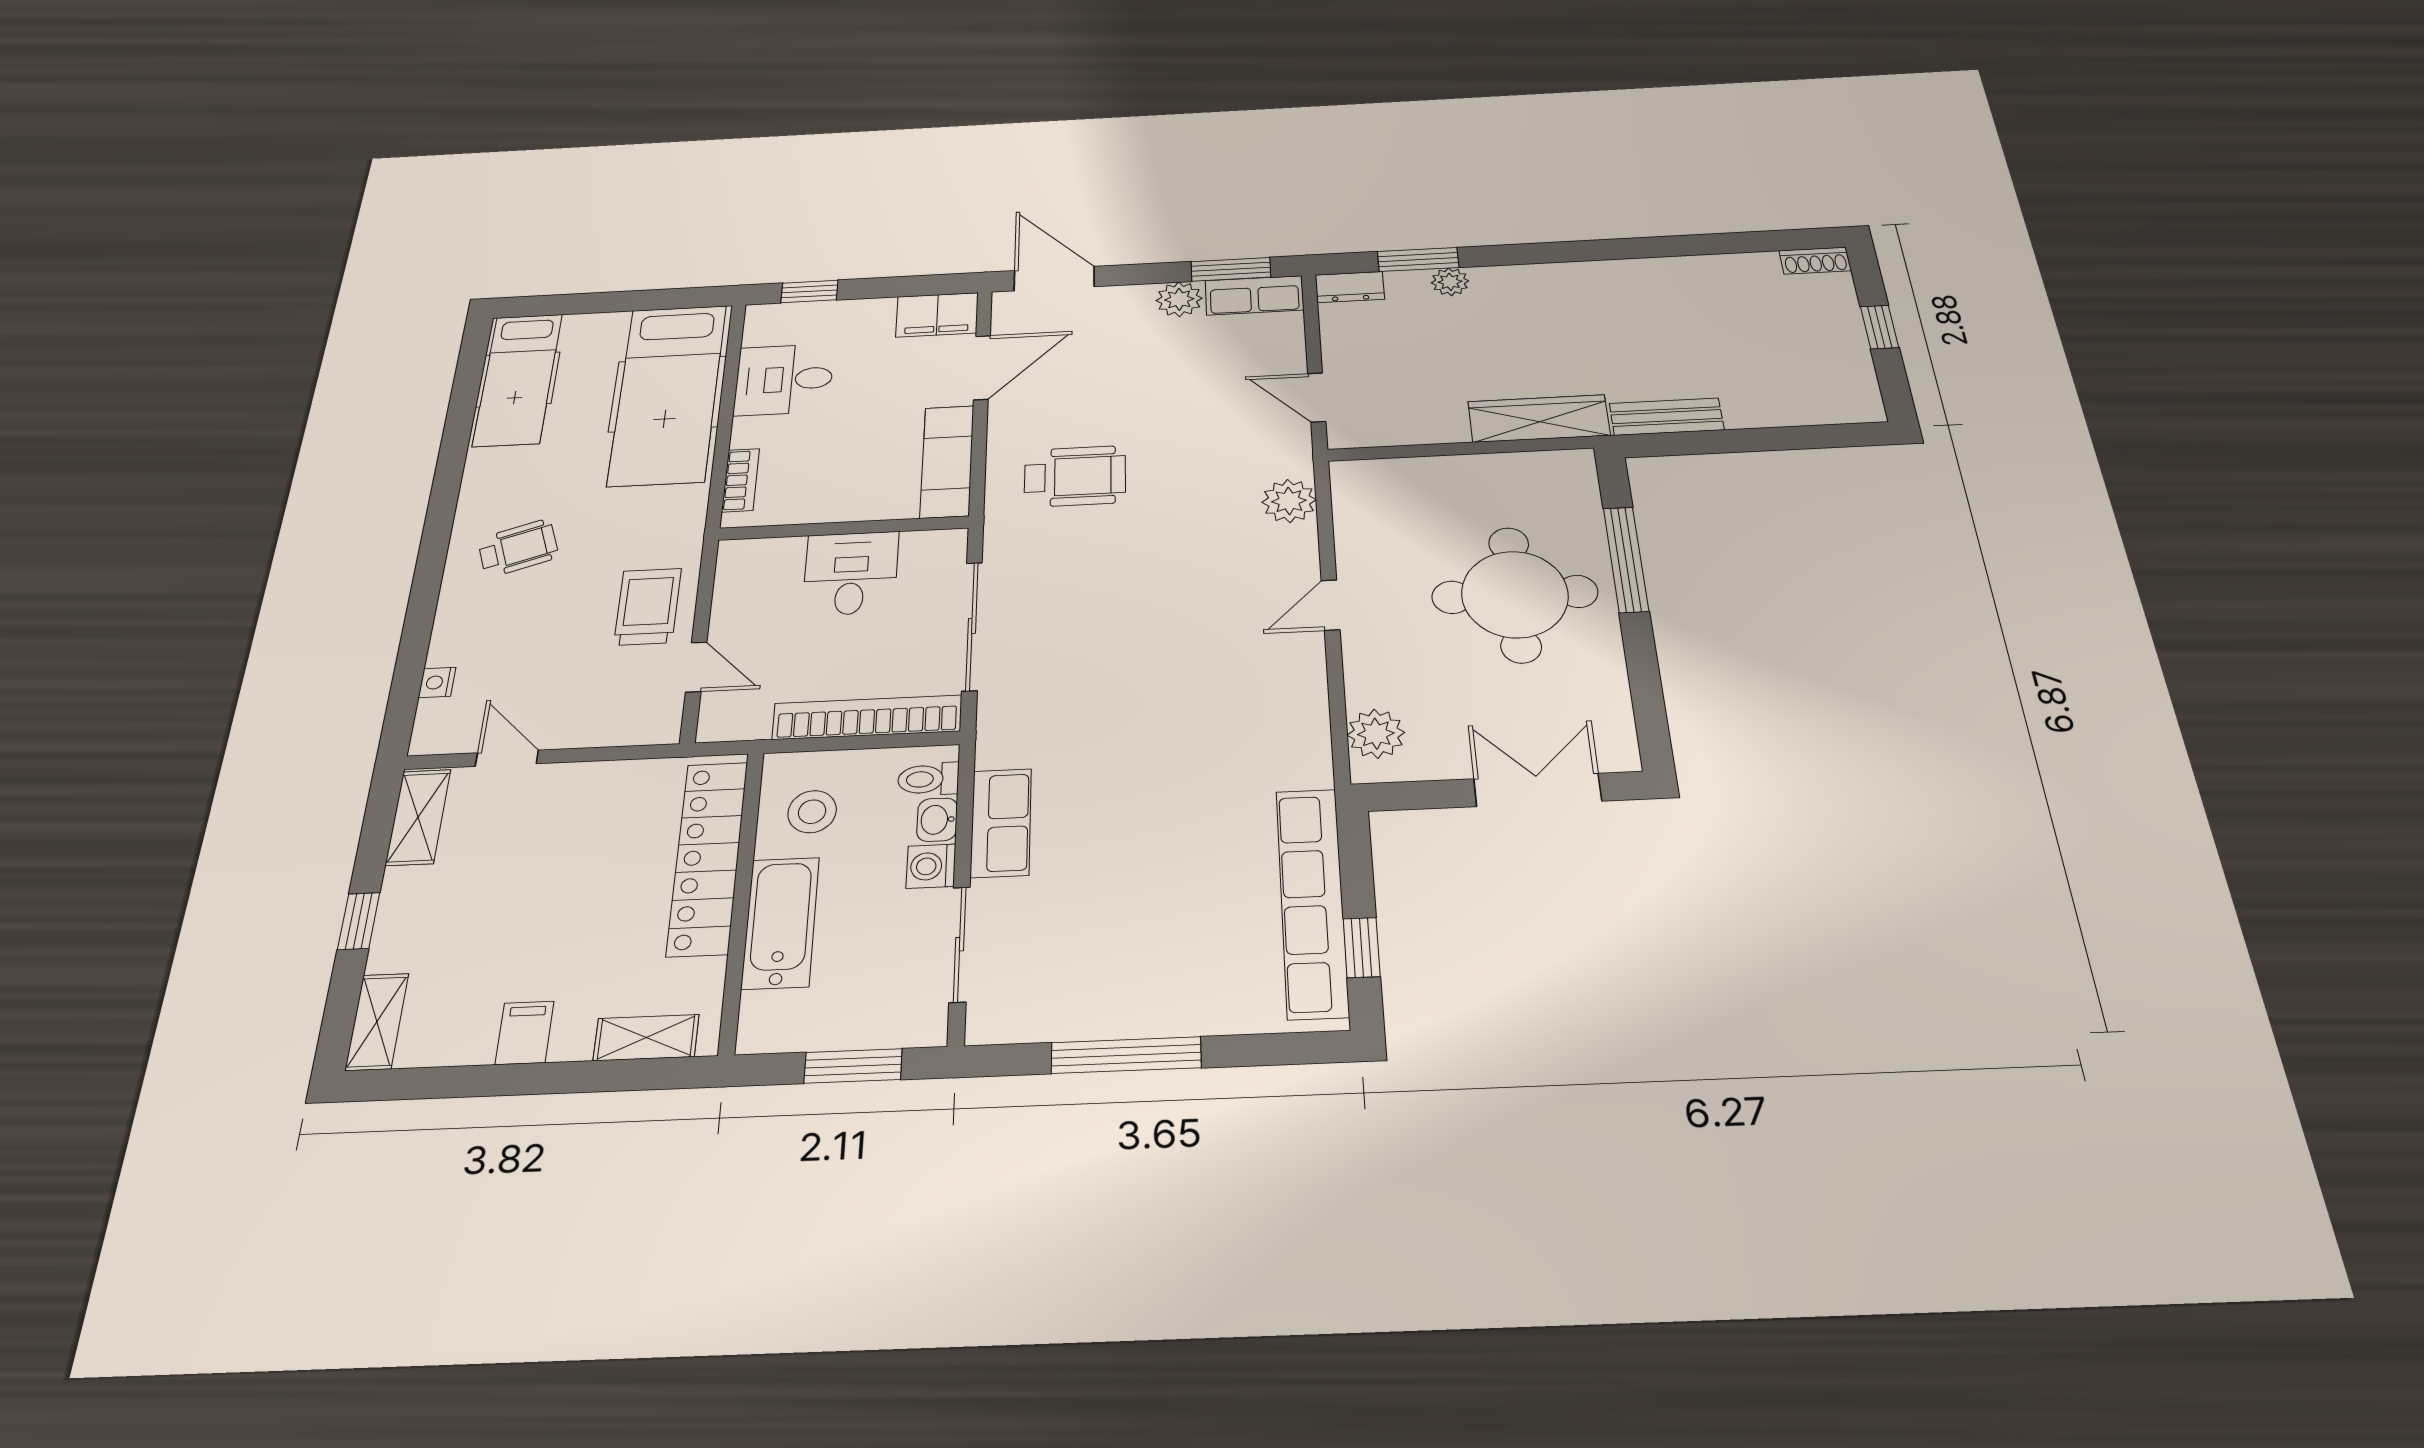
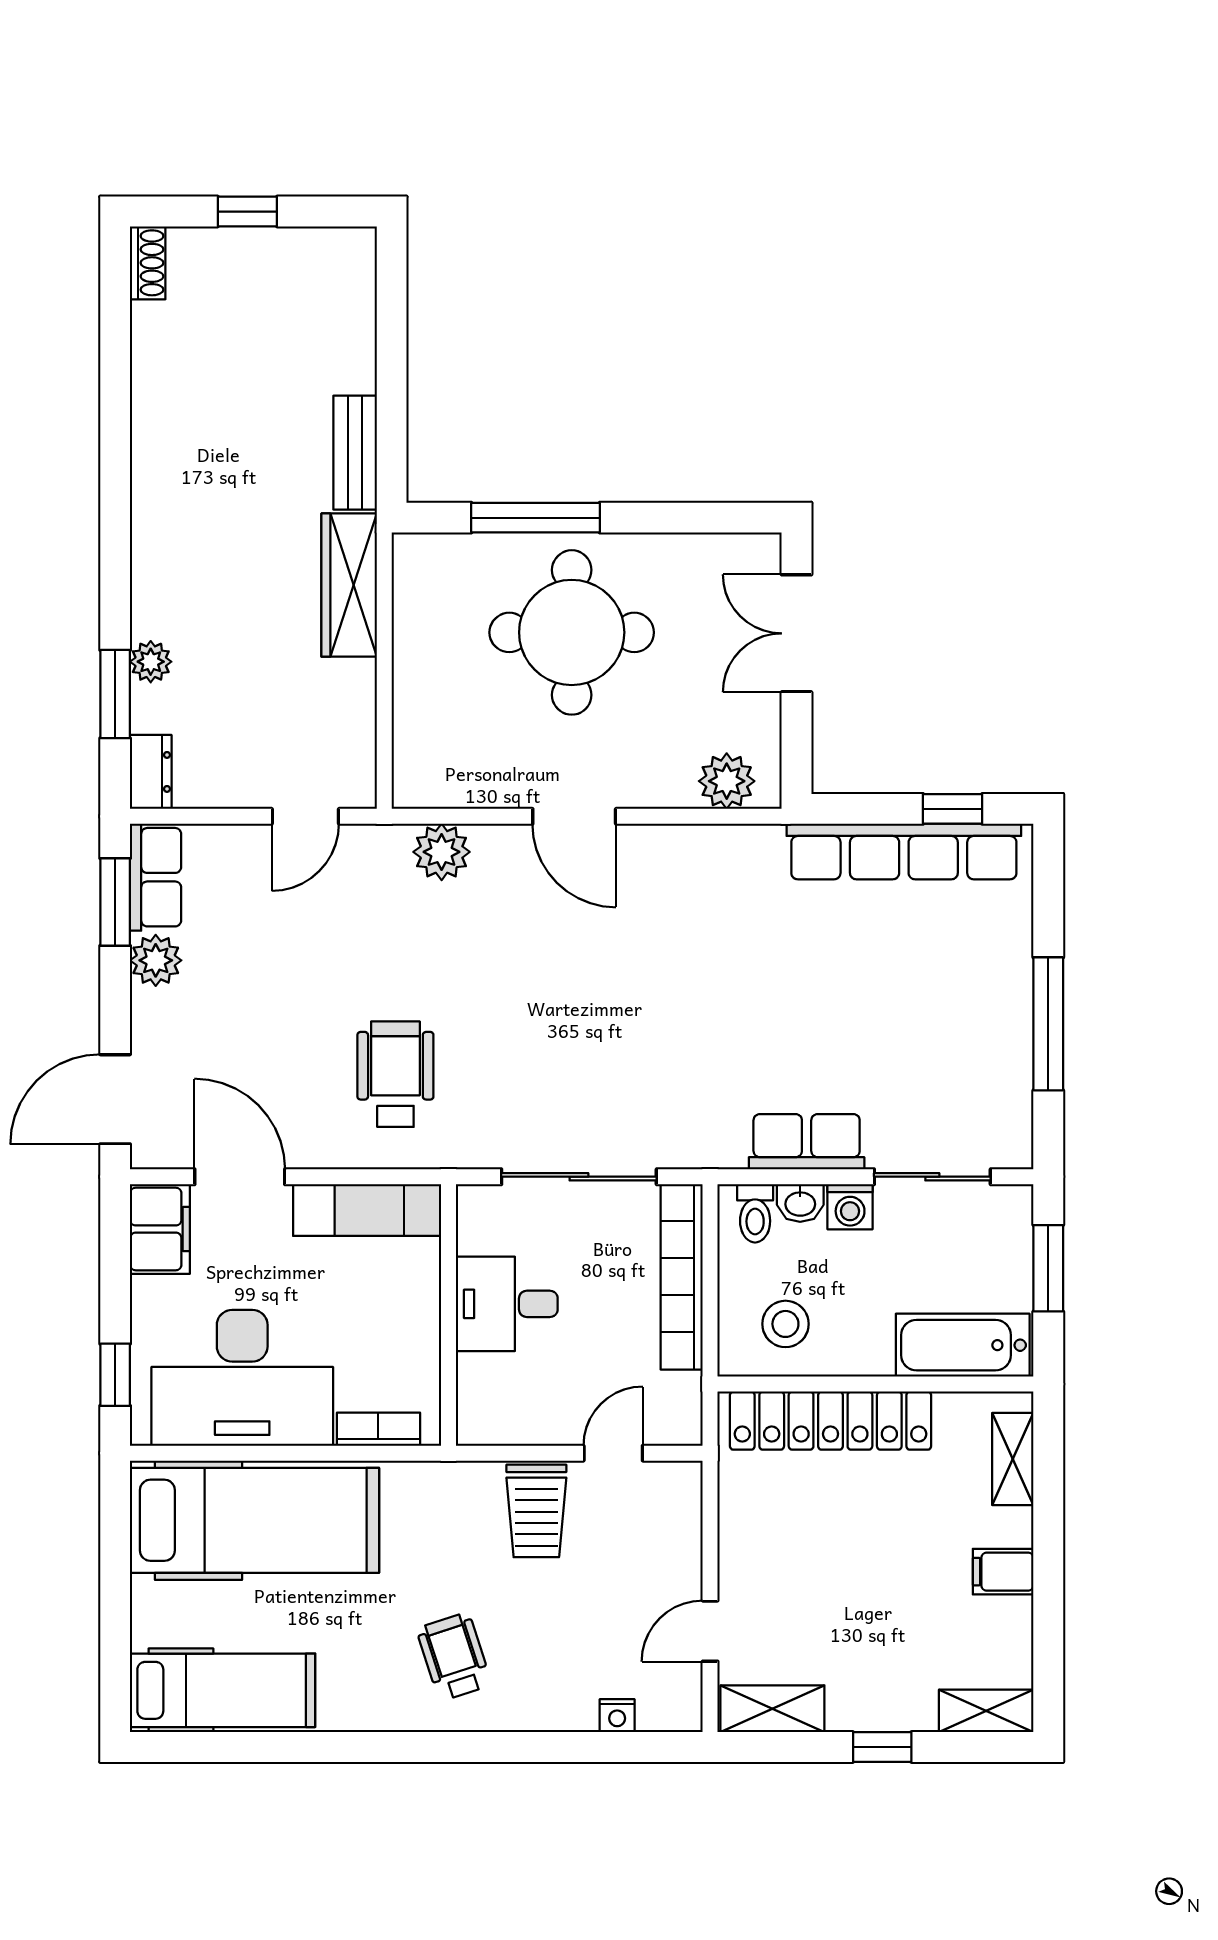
desk: (784, 379) -> (242, 1378), width x1.87, depth x1.30
door: (1331, 605) -> (574, 816), width x1.38
trolley: (648, 607) -> (536, 1511), turned -90
bathtub: (780, 923) -> (963, 1345), moved

